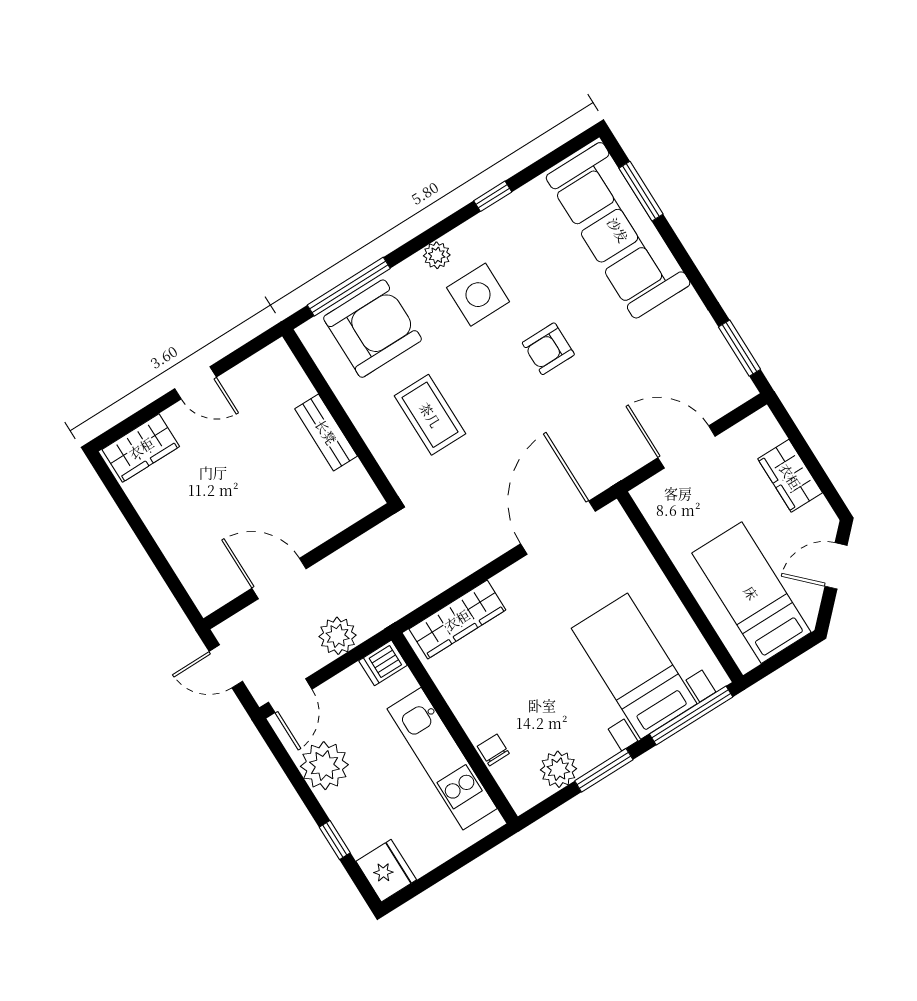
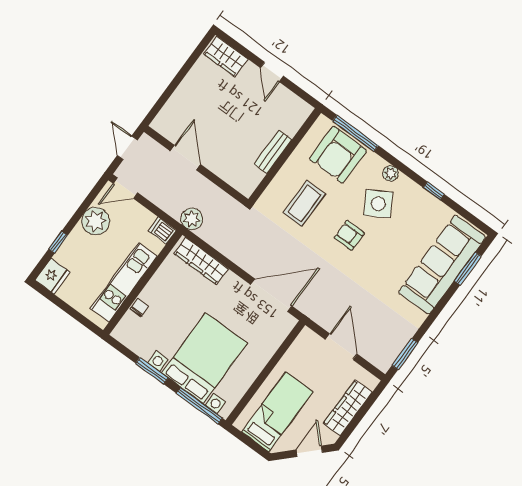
side table: (478, 295) -> (378, 204), turned -30
armchair: (373, 329) -> (338, 155), turned 90
armchair: (548, 349) -> (349, 235), moved
wardrobe: (790, 476) -> (348, 408), width x1.50
door: (836, 566) -> (309, 451), hinge flipped
plant: (338, 636) -> (192, 219), moved
bed with nightstands: (634, 666) -> (204, 358), width x1.36
plant: (558, 769) -> (143, 346), removed

